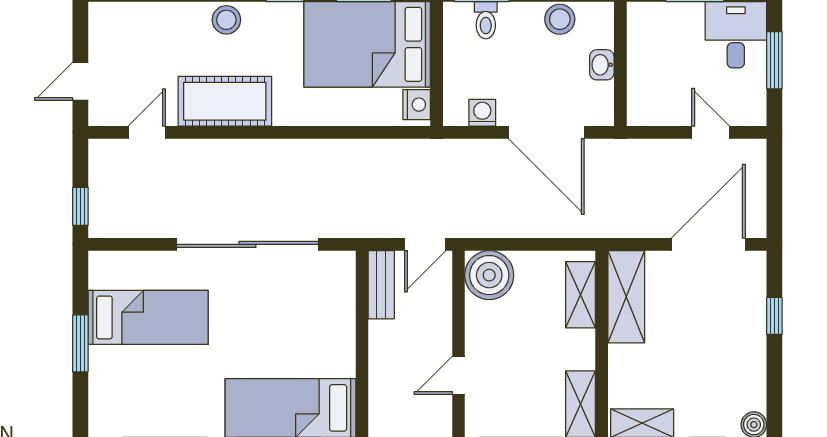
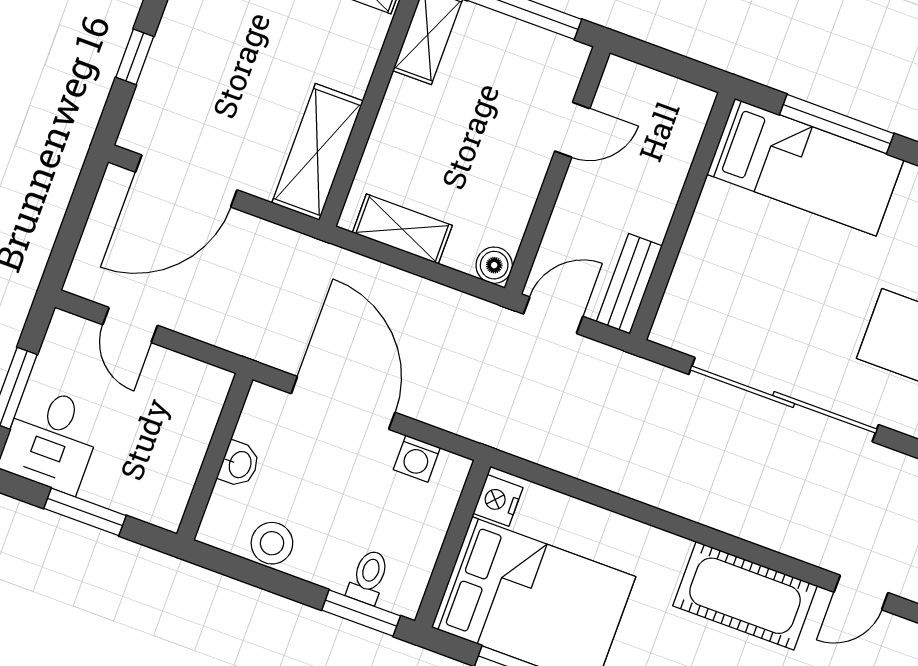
boiler: (489, 275) -> (494, 265), width x0.54, depth x0.54
shelving: (580, 295) -> (402, 229), moved, turned 90

